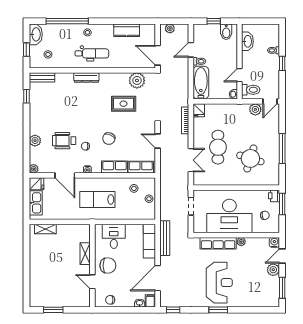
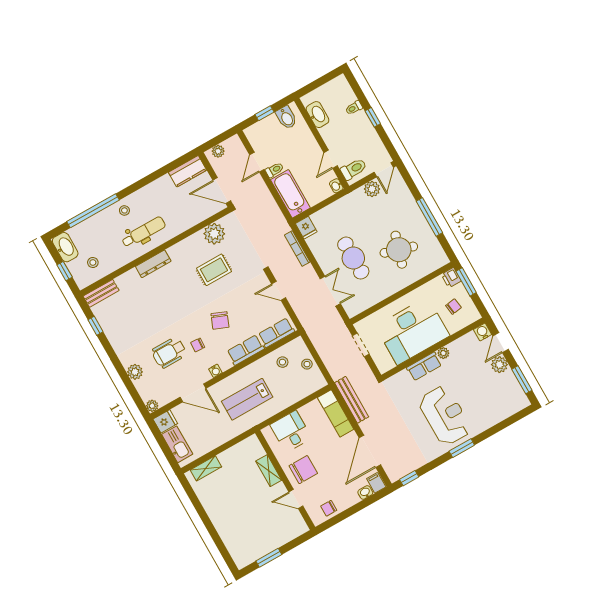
kitchen counter: (127, 30) -> (188, 171), moved
row of seats: (218, 243) -> (424, 366), width x0.68

